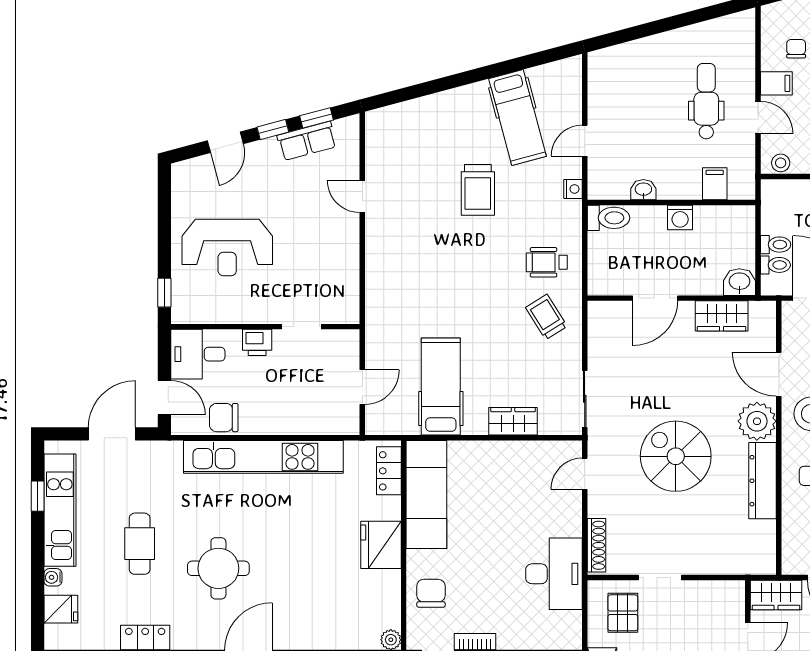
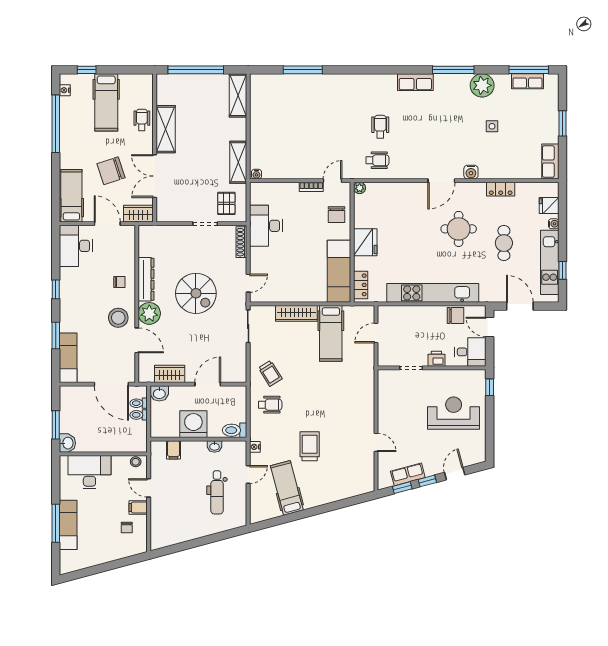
dental chair: (706, 101) -> (217, 492), moved
washing machine: (680, 217) -> (193, 424), width x1.89, depth x1.89
wardrobe: (513, 421) -> (296, 313), width x1.50
door: (112, 434) -> (520, 306), swing flipped

